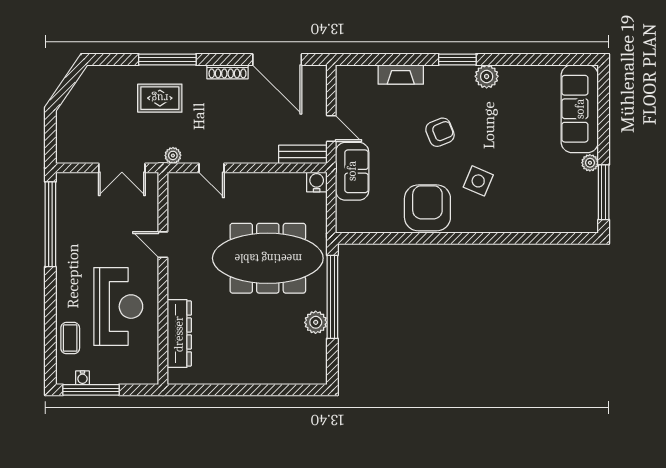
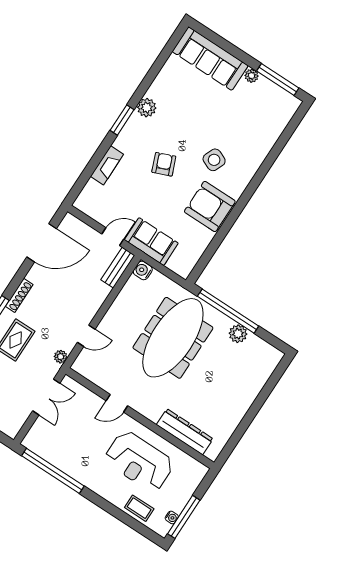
shoe rack: (227, 72) -> (19, 295), moved
reception desk: (118, 307) -> (139, 461), turned 180

